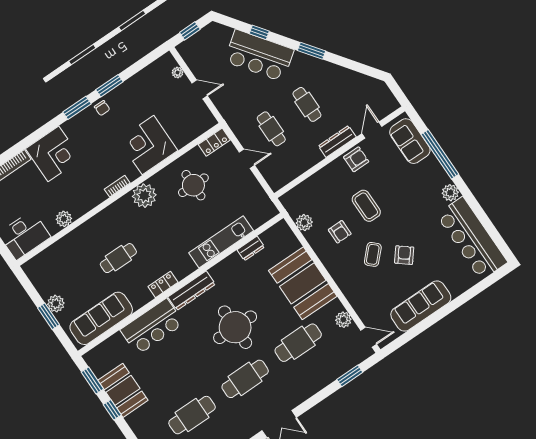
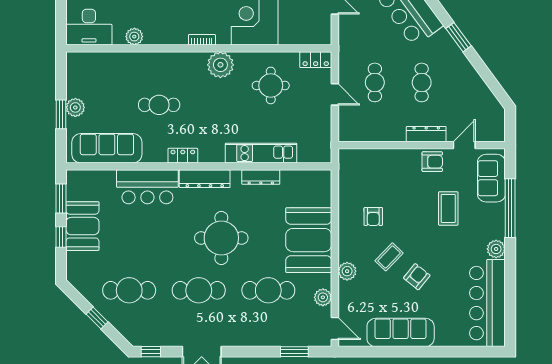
coffee table: (366, 206) -> (448, 208), moved
plant: (304, 223) -> (347, 271), moved
dresser: (251, 248) -> (261, 177), moved, width x1.44

